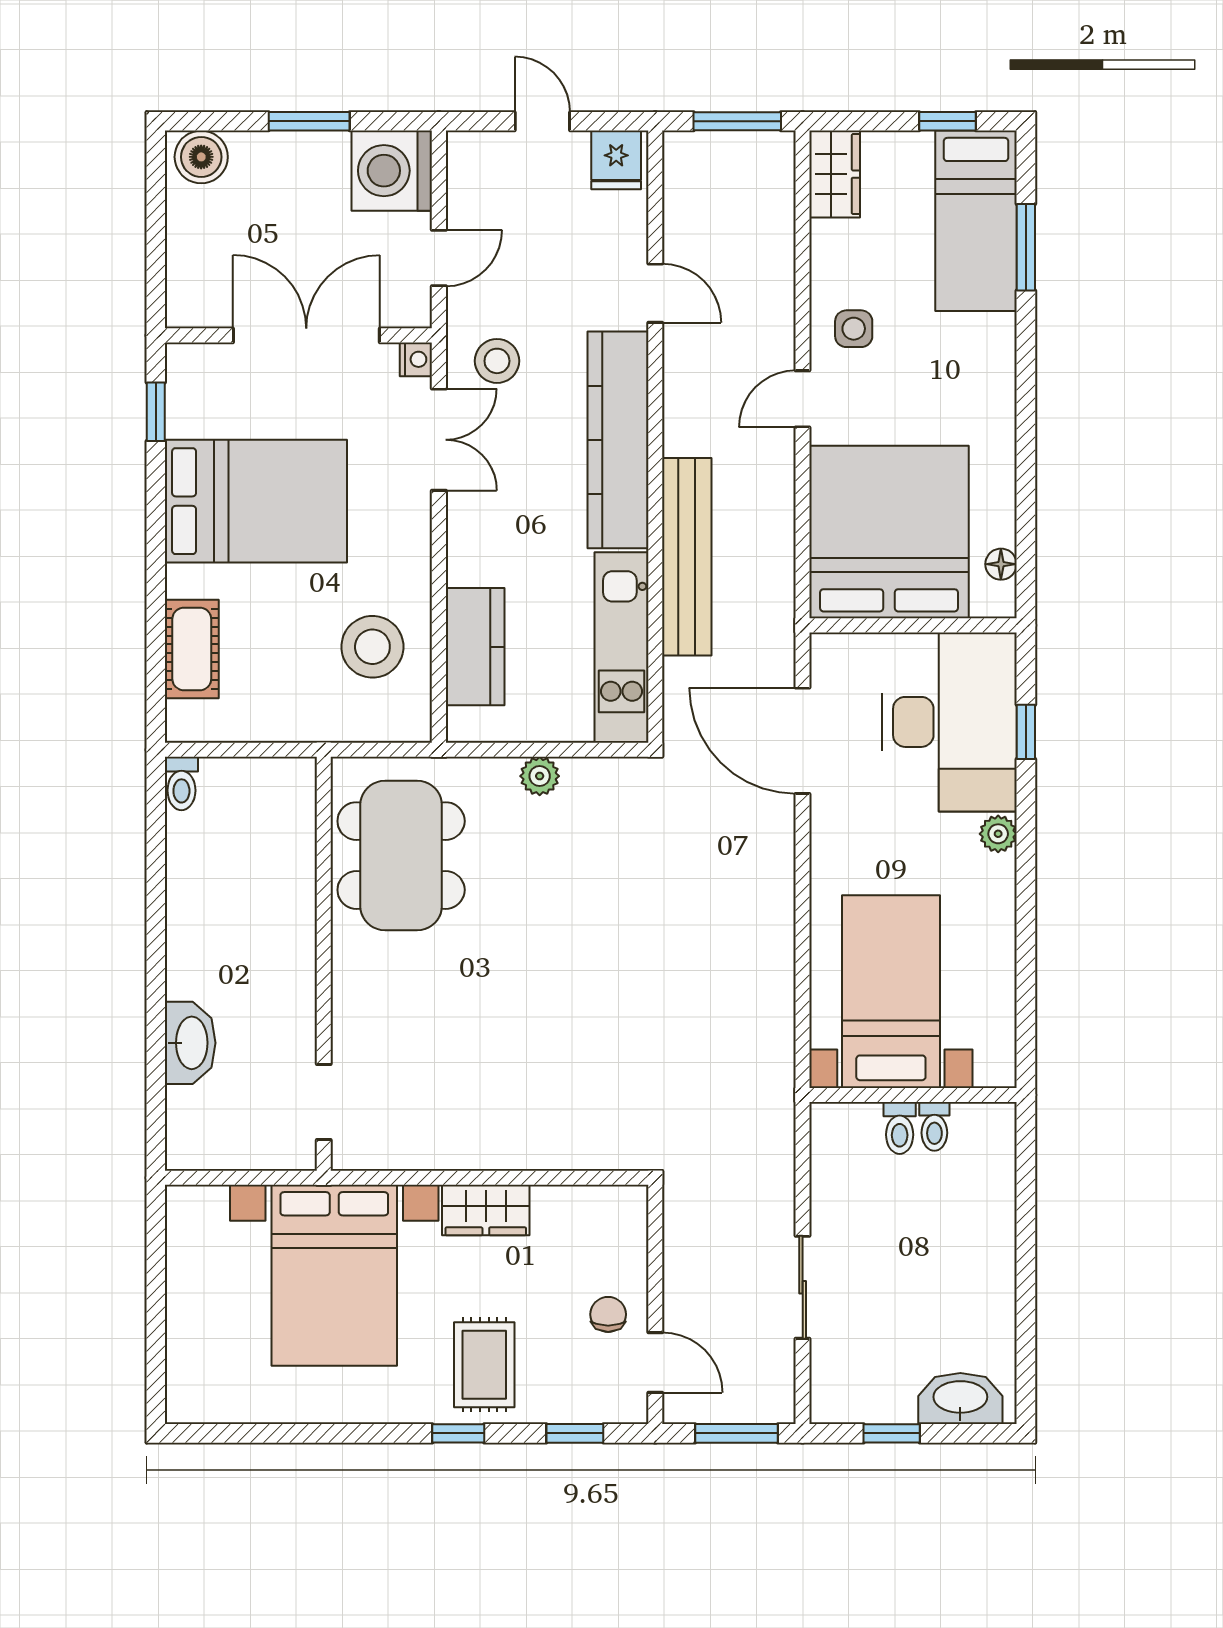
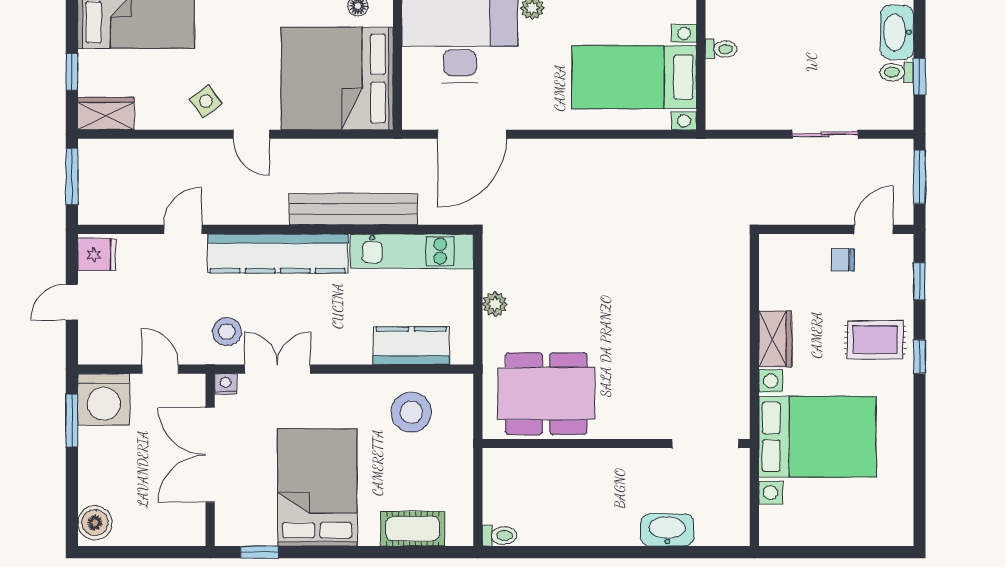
window: (309, 121) -> (72, 421), moved
window: (947, 121) -> (72, 72), moved
side table: (854, 329) -> (206, 101), turned -37
doorway: (324, 1102) -> (705, 444), width x1.38
toilet: (900, 1128) -> (897, 72), moved, turned 180

